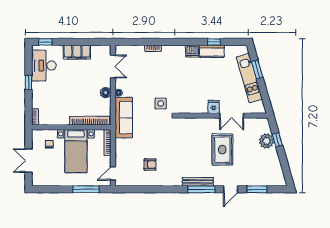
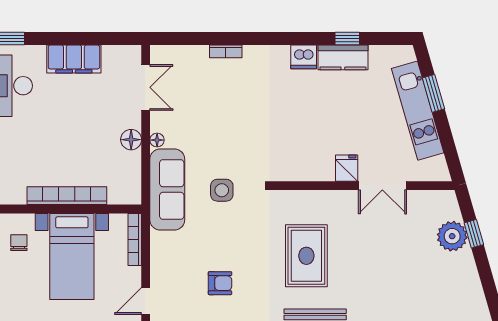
side table: (161, 103) -> (222, 190), moved
bookcase: (90, 121) -> (67, 196), moved
rug: (222, 150) -> (306, 256), moved

